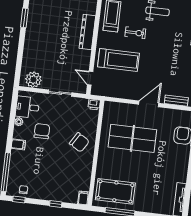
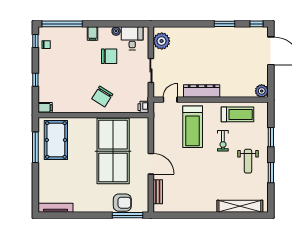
dresser: (87, 32) -> (202, 91), moved
table tennis table: (132, 138) -> (113, 151), width x1.36, depth x1.32

